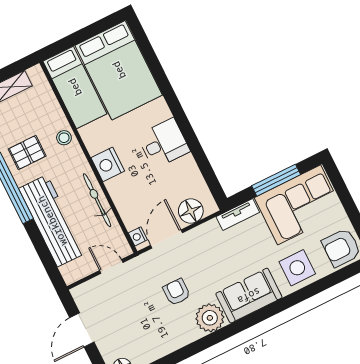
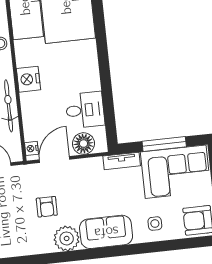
desk: (164, 143) -> (85, 110), moved
side table: (297, 268) -> (155, 224), width x0.54, depth x0.54
armchair: (177, 292) -> (47, 207), turned 180

